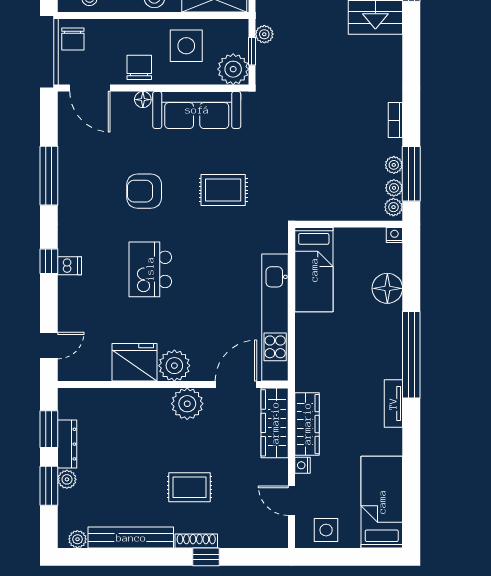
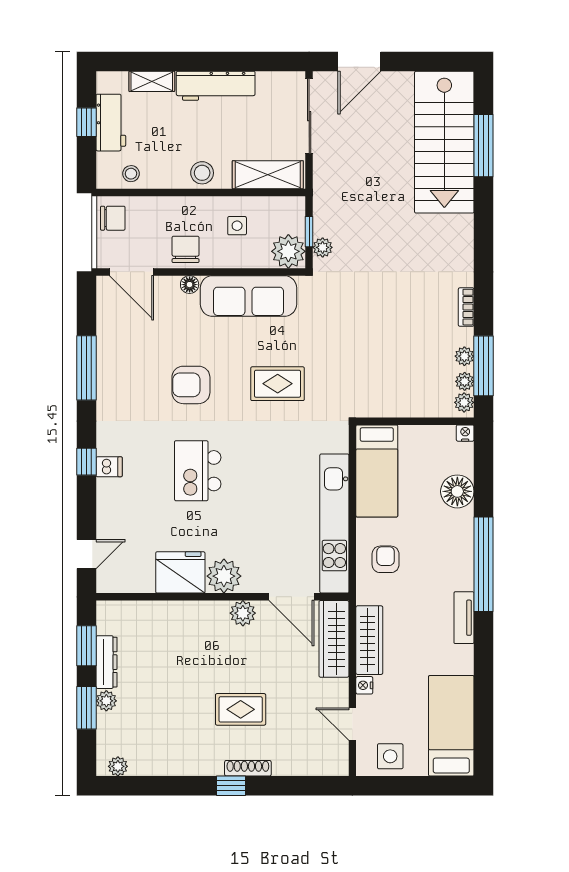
plant: (264, 34) -> (323, 247), moved
chair: (73, 39) -> (113, 218), turned -90
side table: (186, 46) -> (237, 226), width x0.54, depth x0.54
armchair: (322, 350) -> (386, 559), added
door: (236, 385) -> (291, 597), swing flipped
plant: (187, 404) -> (243, 613), width x0.73, depth x0.73
bench: (131, 538) -> (176, 765), removed
window: (206, 557) -> (231, 786), moved

